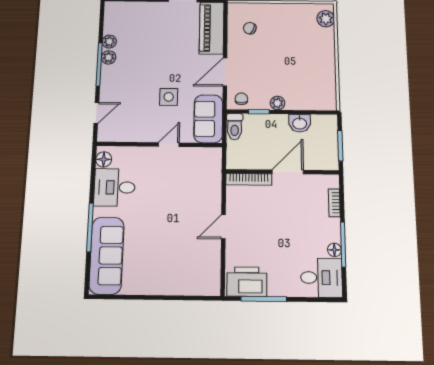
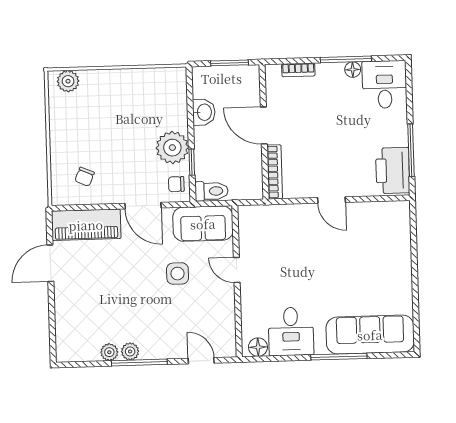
plant: (278, 103) -> (172, 148), width x1.88, depth x1.88

